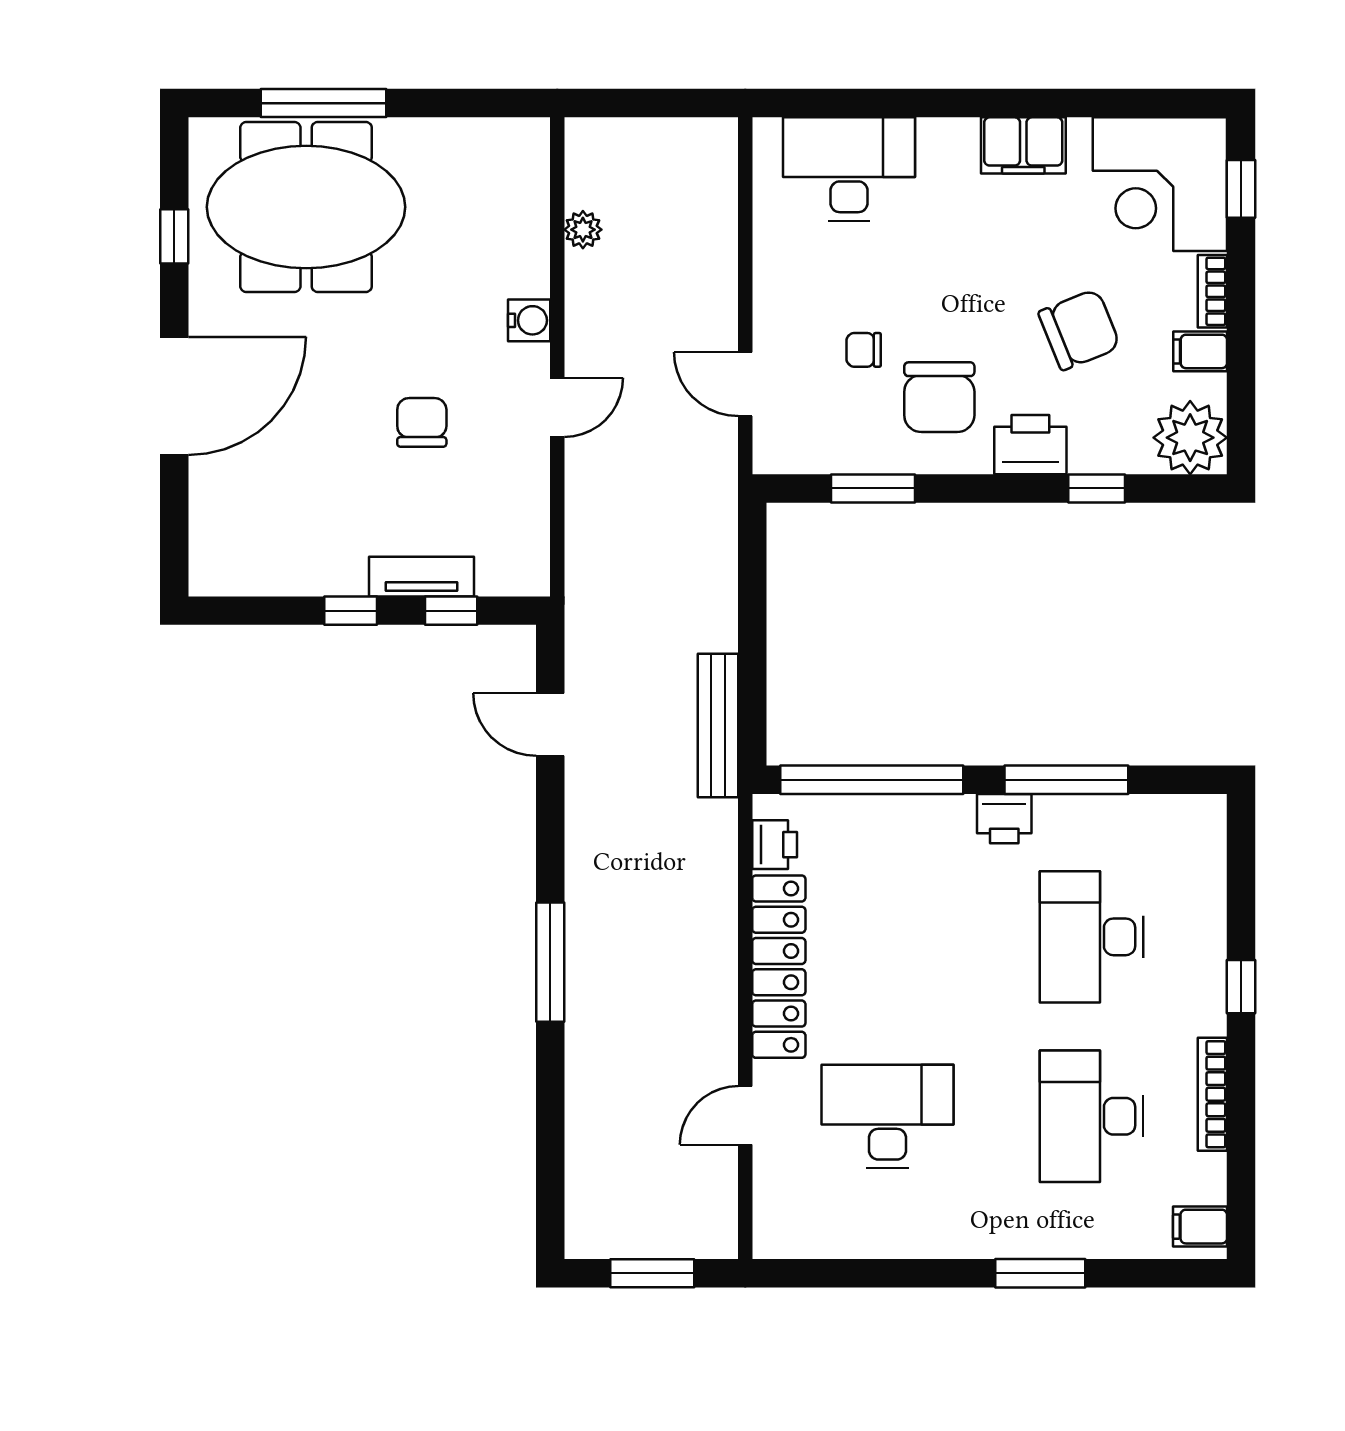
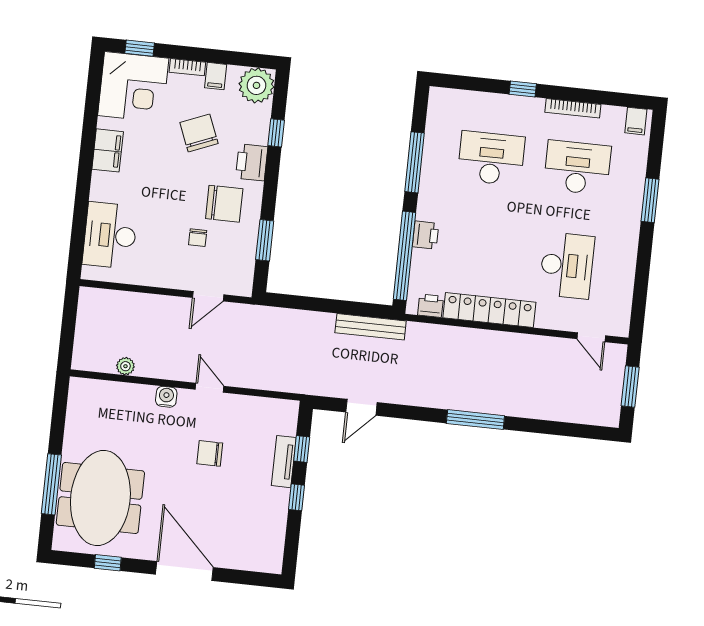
printer: (1004, 819) -> (426, 235), moved
desk: (1092, 937) -> (491, 158), turned 180
door: (745, 1115) -> (591, 337), moved
desk: (888, 1116) -> (567, 265), turned 180
desk: (1092, 1116) -> (577, 167), turned 180

